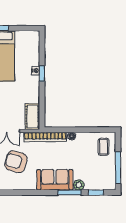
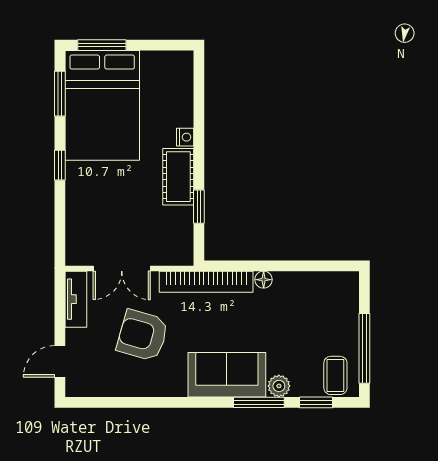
window: (42, 74) -> (199, 207), moved
cot: (32, 117) -> (178, 177), moved
coffee table: (104, 147) -> (335, 375), moved

